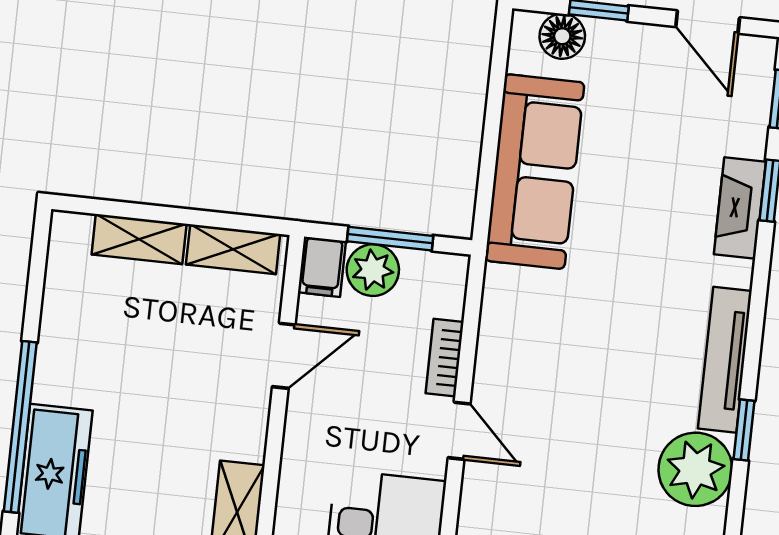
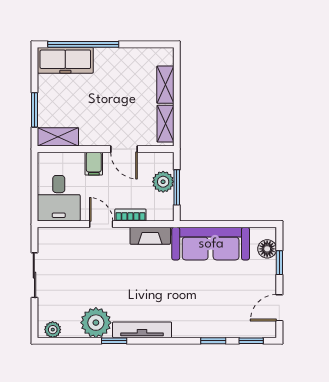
fireplace: (740, 208) -> (150, 236), moved, turned 180
filing cabinet: (322, 267) -> (94, 164), moved, turned -90
door: (459, 431) -> (101, 224), swing flipped

